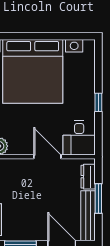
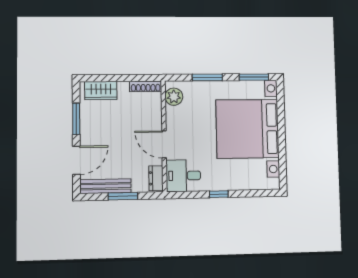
door: (47, 157) -> (164, 144), swing flipped
dresser: (88, 177) -> (156, 178), moved, turned -90

